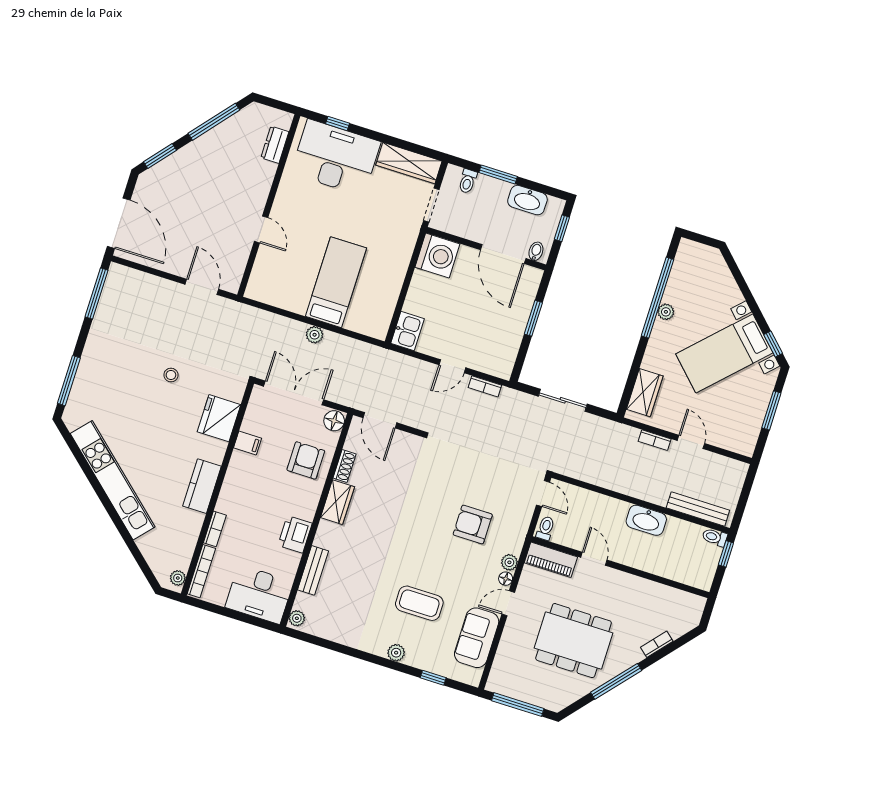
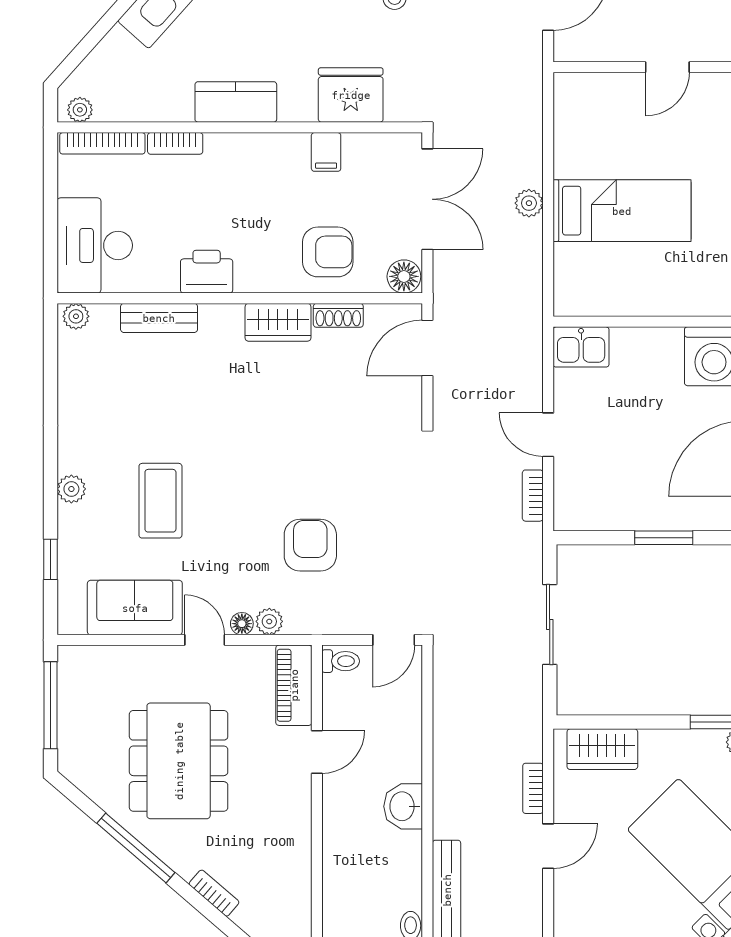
washbasin: (646, 520) -> (403, 806), width x0.72

